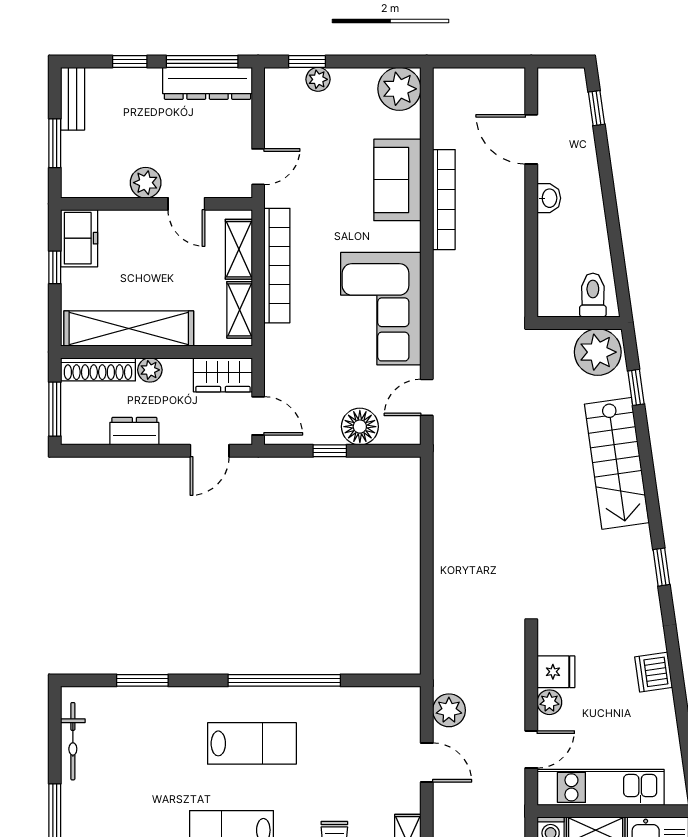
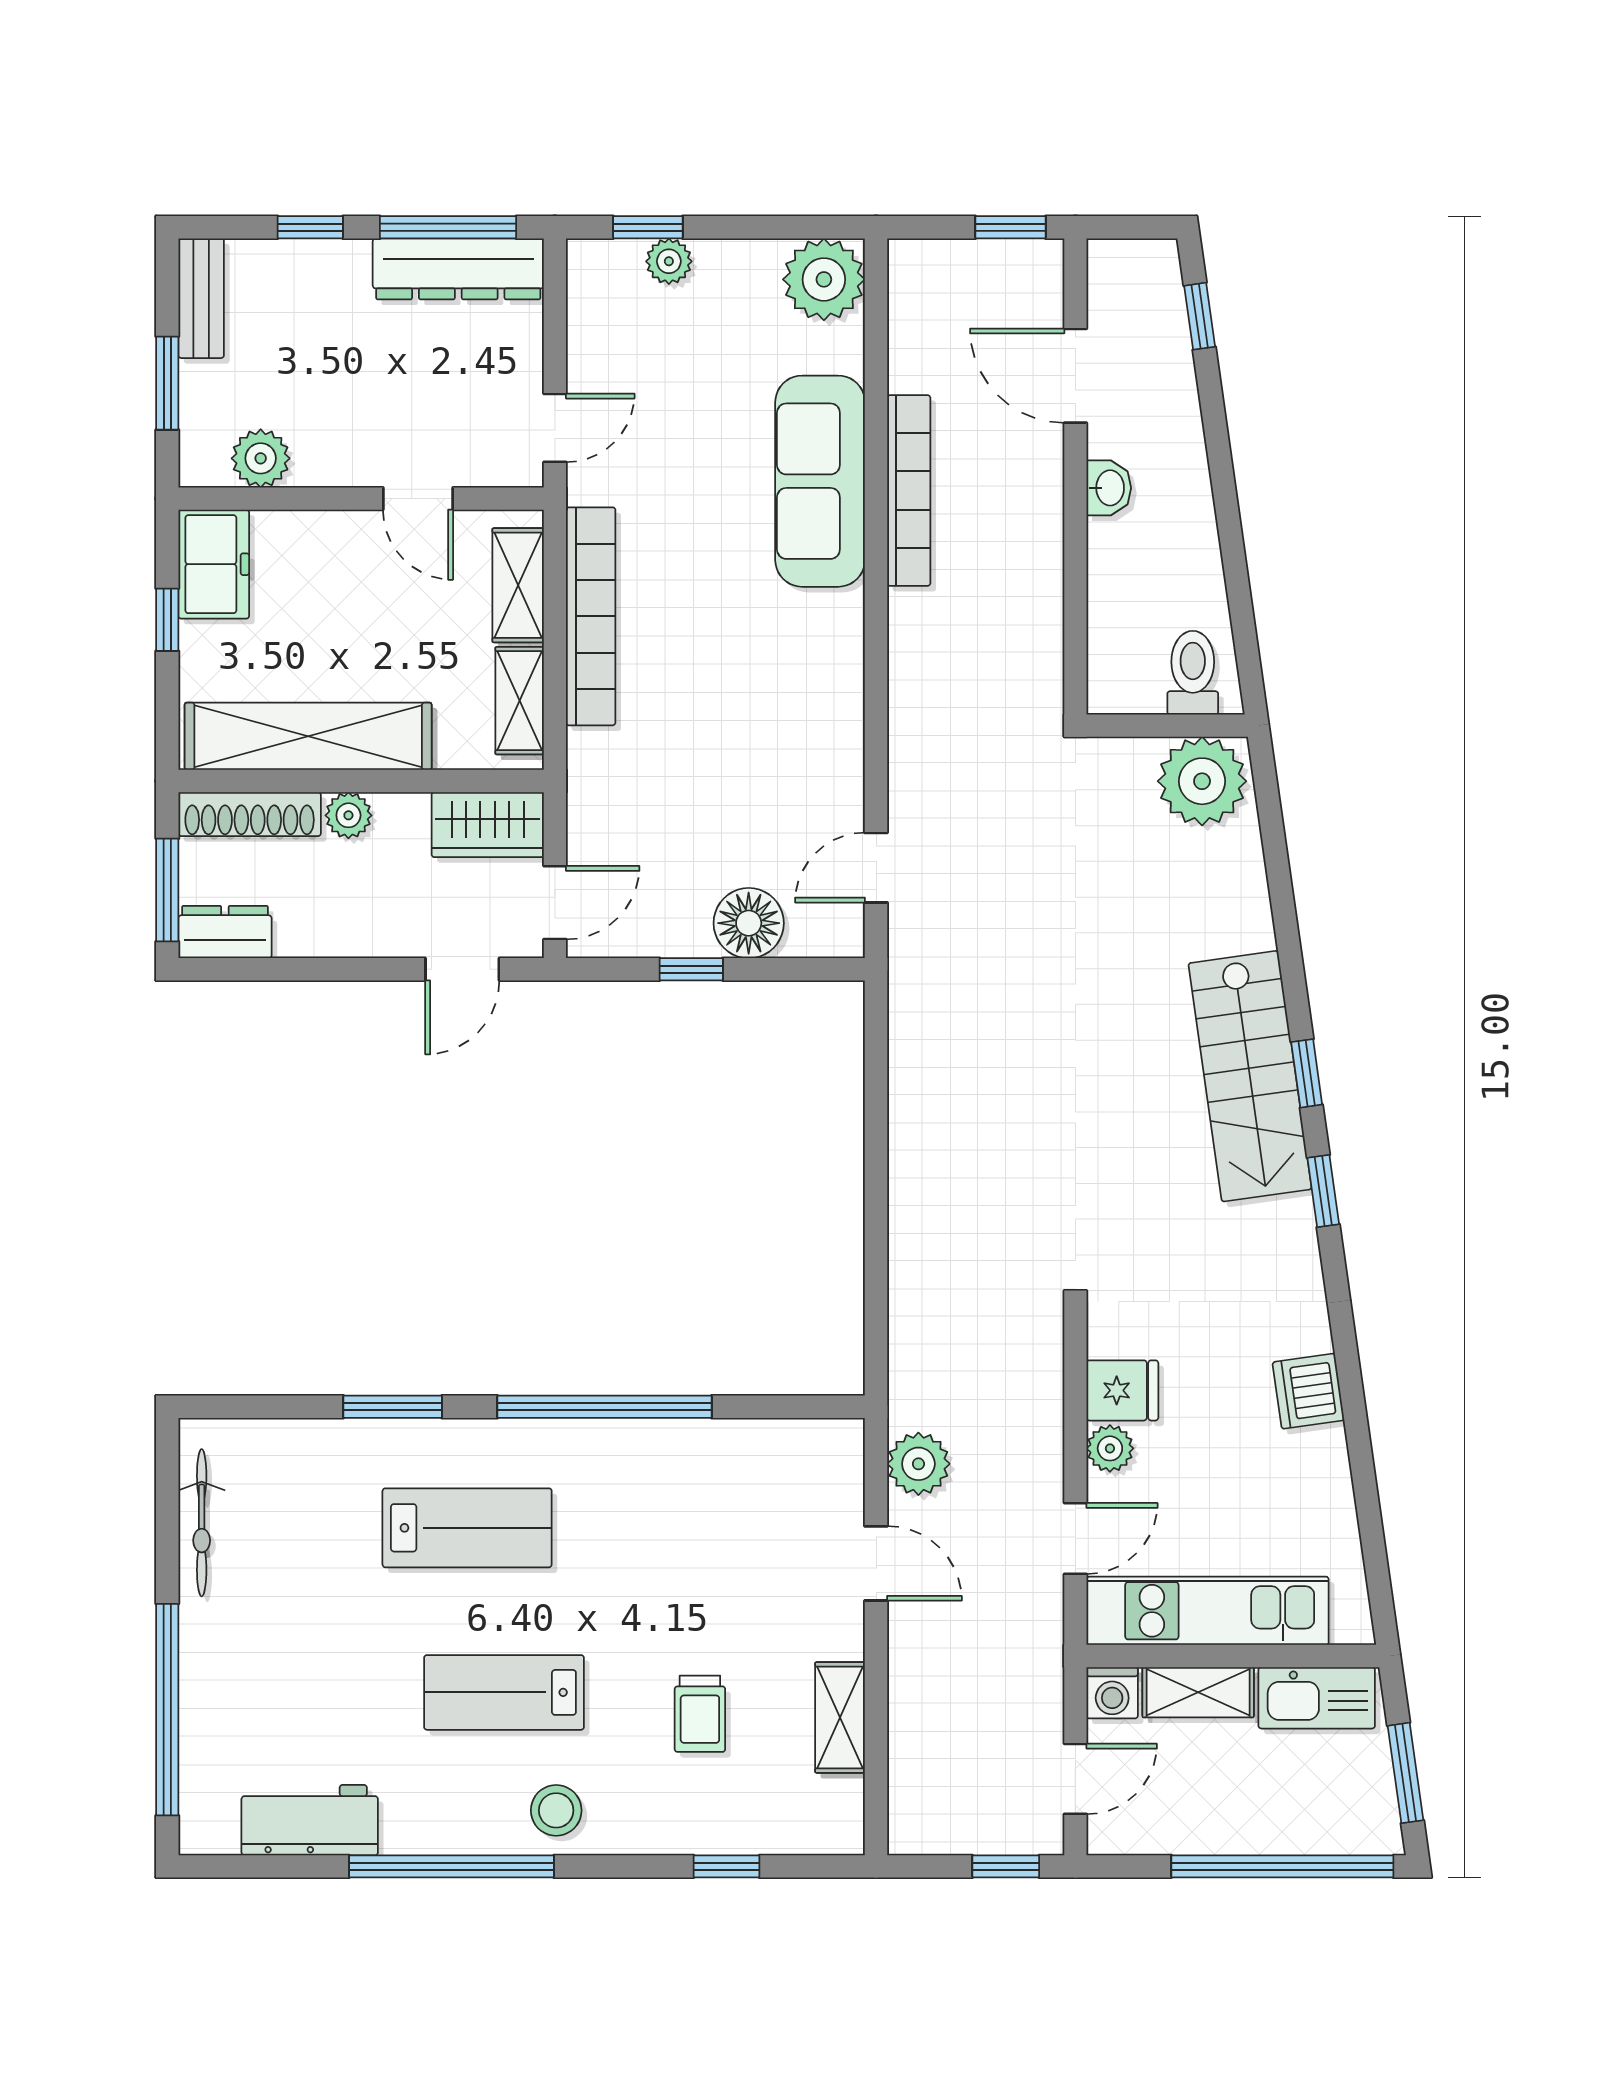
window: (497, 61) -> (1011, 227), added
sofa: (397, 180) -> (820, 481), width x1.36
plant: (146, 183) -> (261, 458), moved
corner sofa: (381, 309) -> (789, 698), removed
window: (636, 387) -> (1307, 1073), moved
door: (258, 416) -> (555, 903), hinge flipped
dresser: (134, 431) -> (225, 932), moved
stairs: (617, 463) -> (1250, 1076), moved
window: (142, 680) -> (393, 1407), moved
lab bench: (252, 743) -> (467, 1528), moved

